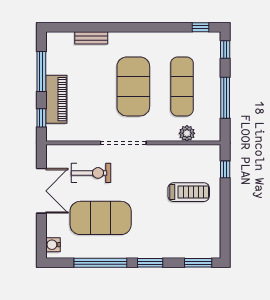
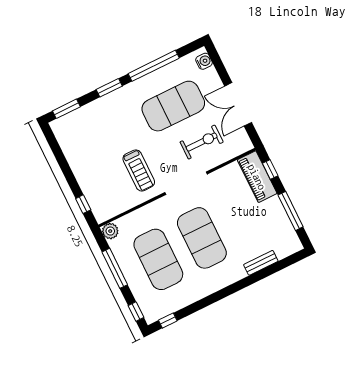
exercise mat: (182, 86) -> (158, 259), width x1.47
piano: (56, 99) -> (257, 177), moved
plant: (187, 133) -> (110, 231), moved
exercise bike: (91, 173) -> (202, 142), turned 180
treadmill: (189, 192) -> (139, 170), moved, turned -90

